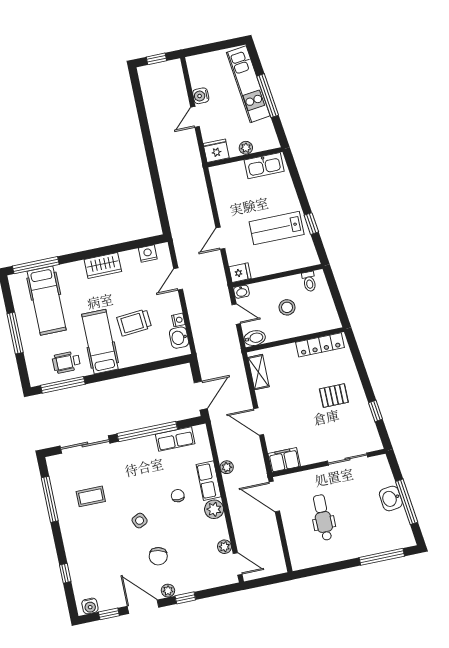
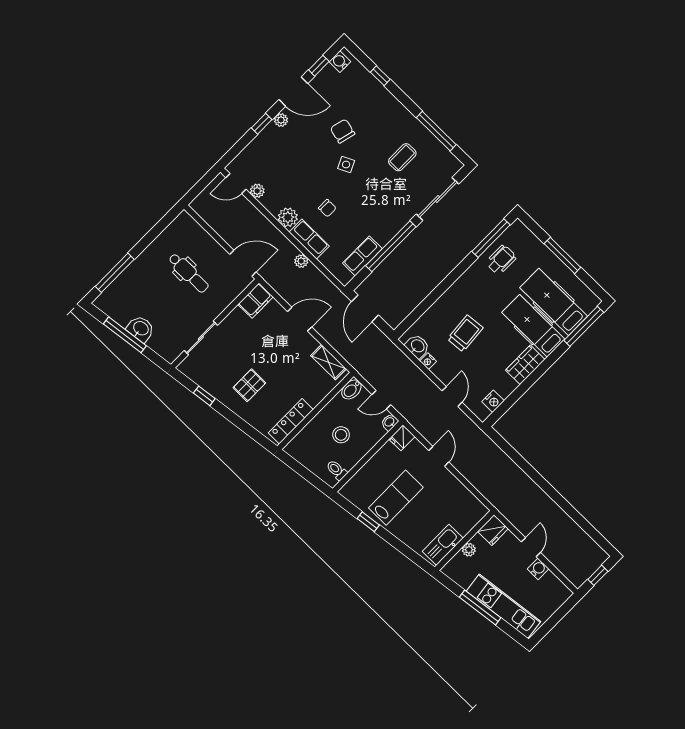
hospital bed: (100, 342) -> (533, 326), moved, turned 180
chair: (158, 556) -> (343, 131), moved

